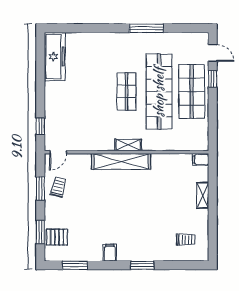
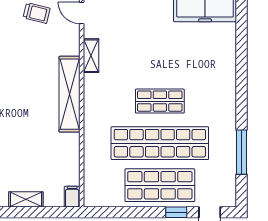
window: (146, 28) -> (241, 152), moved
shelving: (128, 145) -> (91, 56), moved

